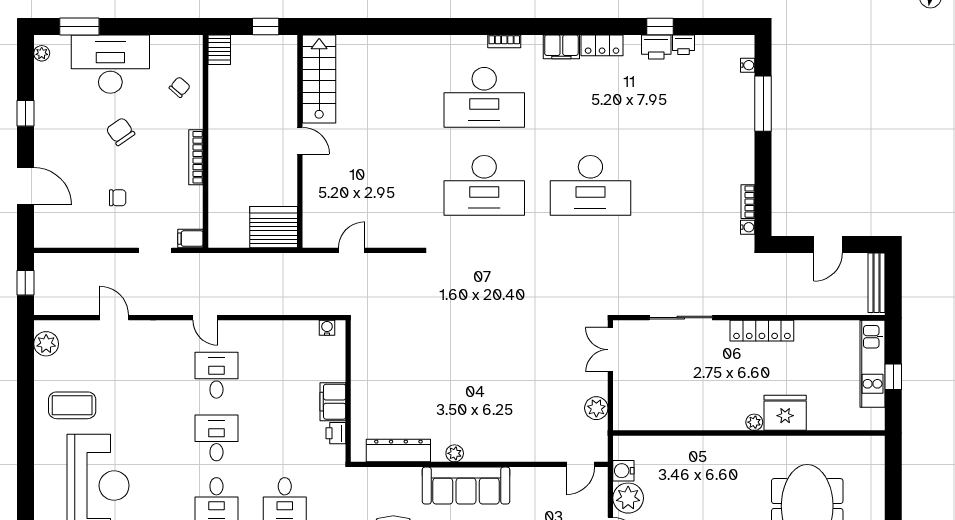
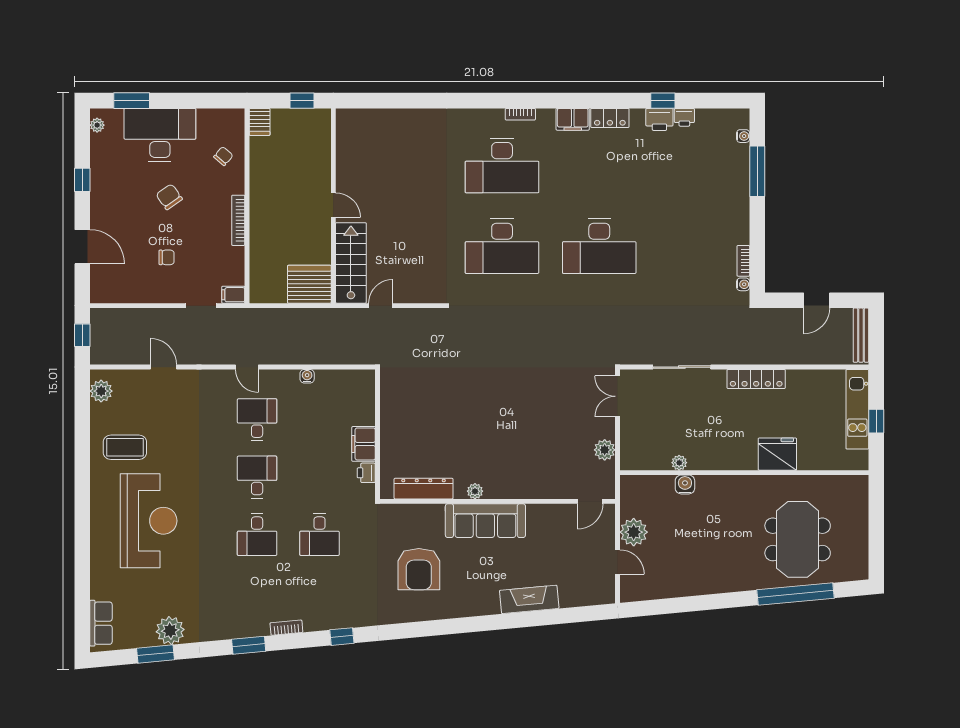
stairs: (319, 79) -> (351, 263), moved
water cooler: (327, 328) -> (307, 376), moved
plant: (754, 422) -> (679, 463), moved
water cooler: (623, 471) -> (685, 484), moved, turned 90

